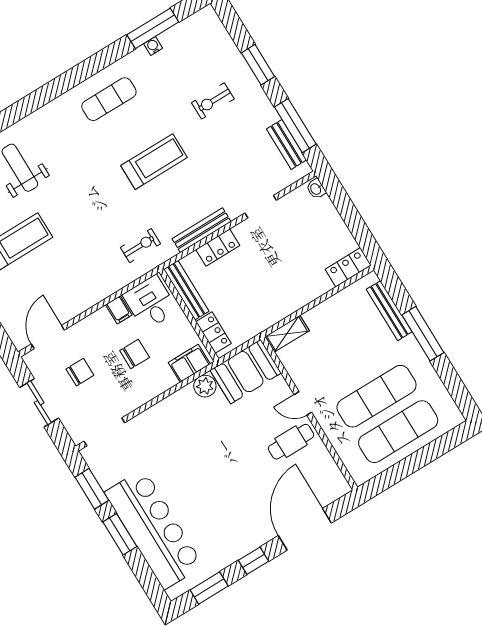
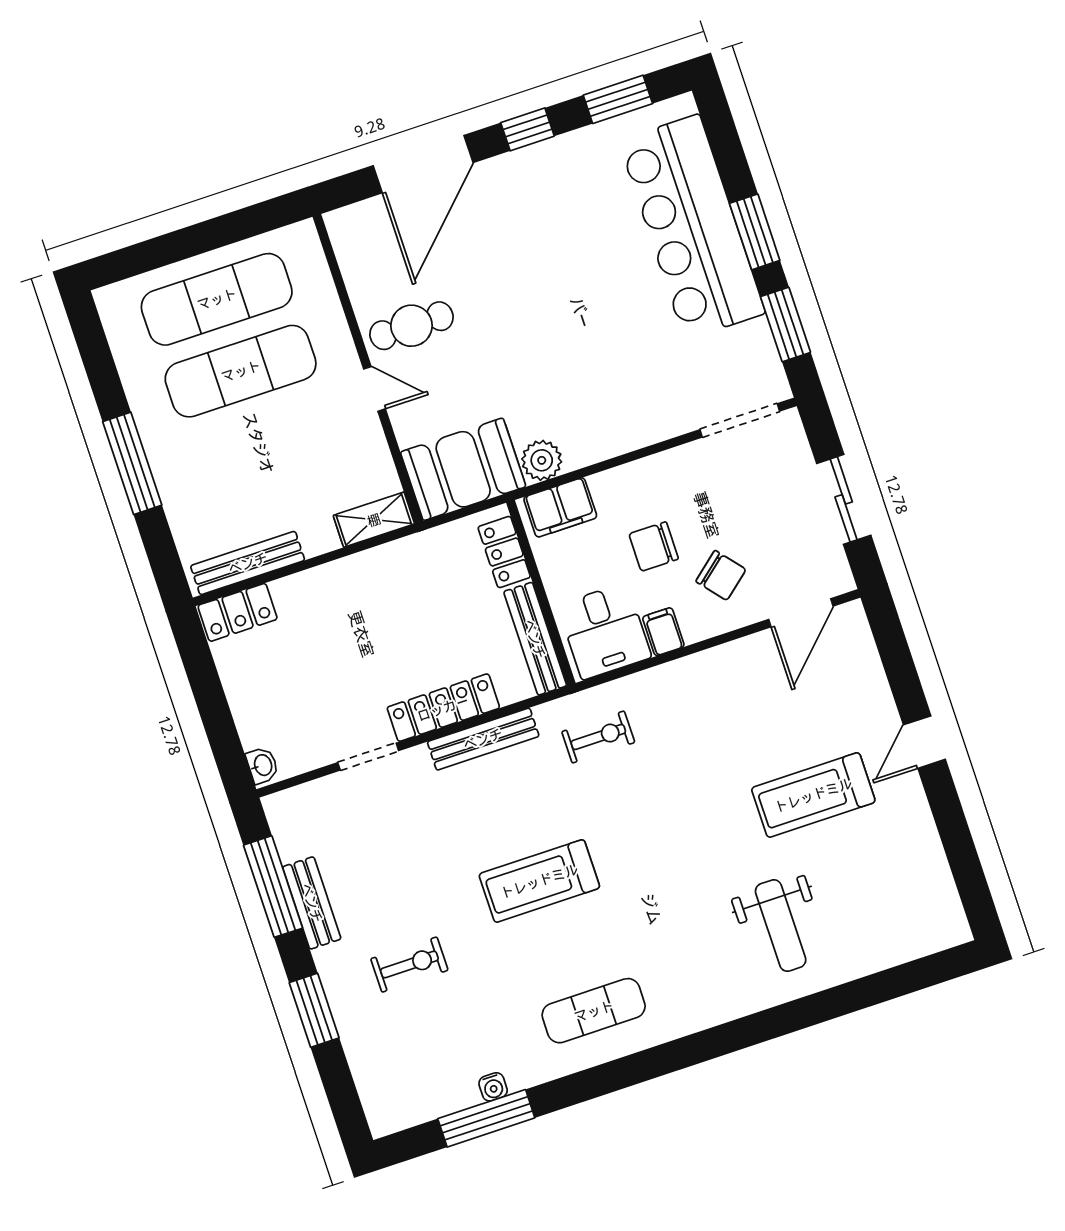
bench: (287, 144) -> (312, 903), moved
exercise bike: (140, 246) -> (598, 737), turned 180
locker: (218, 248) -> (443, 708), width x1.53
bench: (389, 311) -> (248, 563), moved, turned 90
chair: (80, 372) -> (721, 575), moved, turned -130

